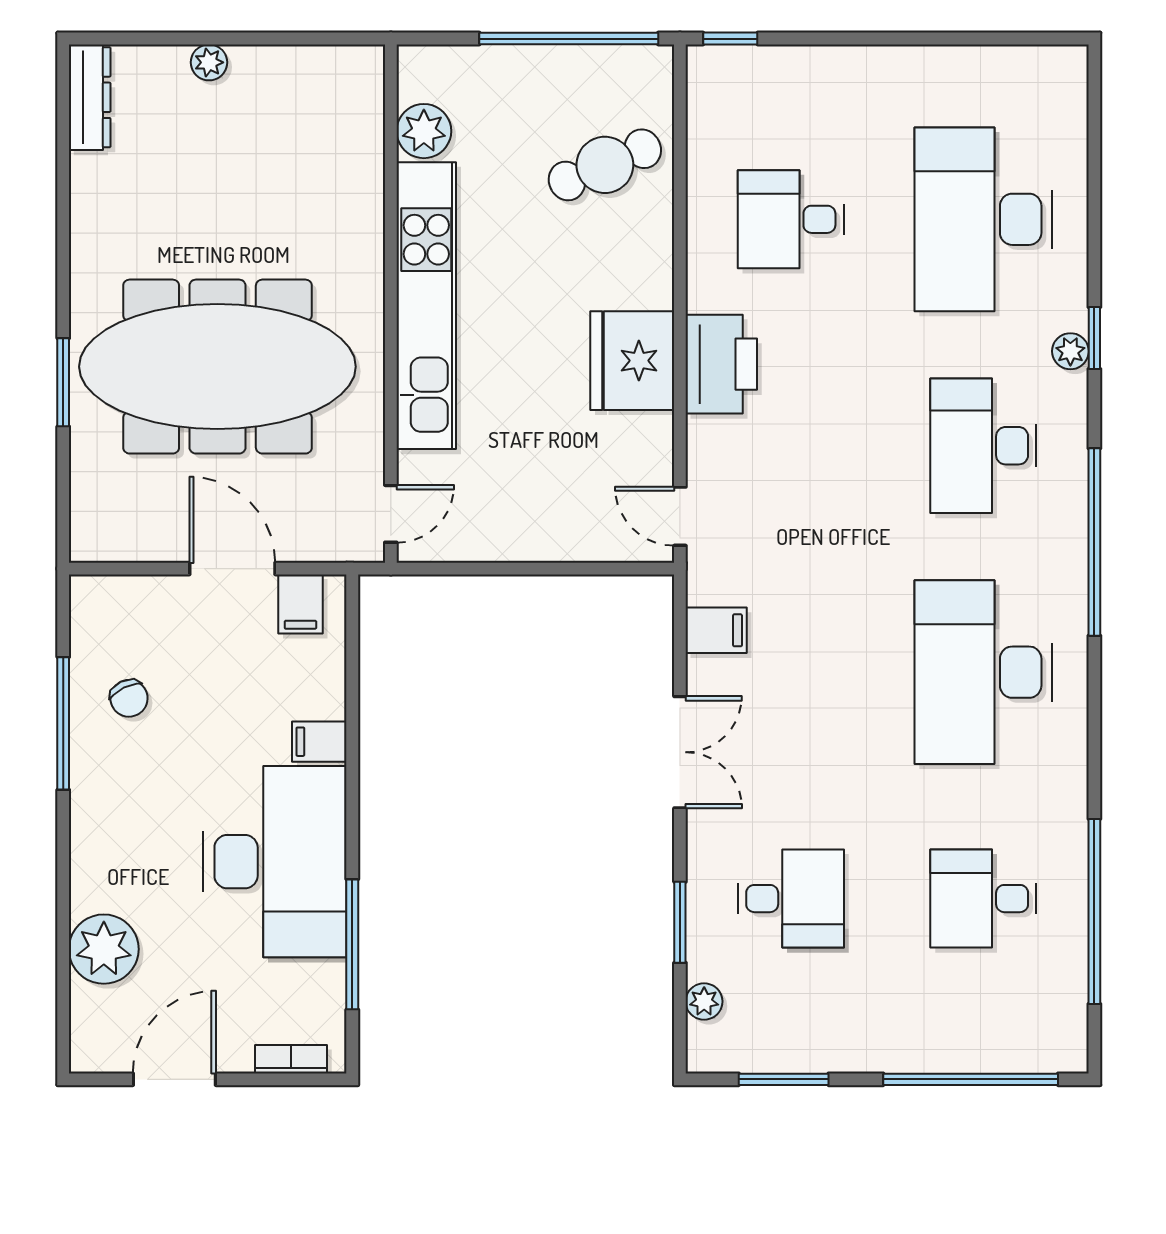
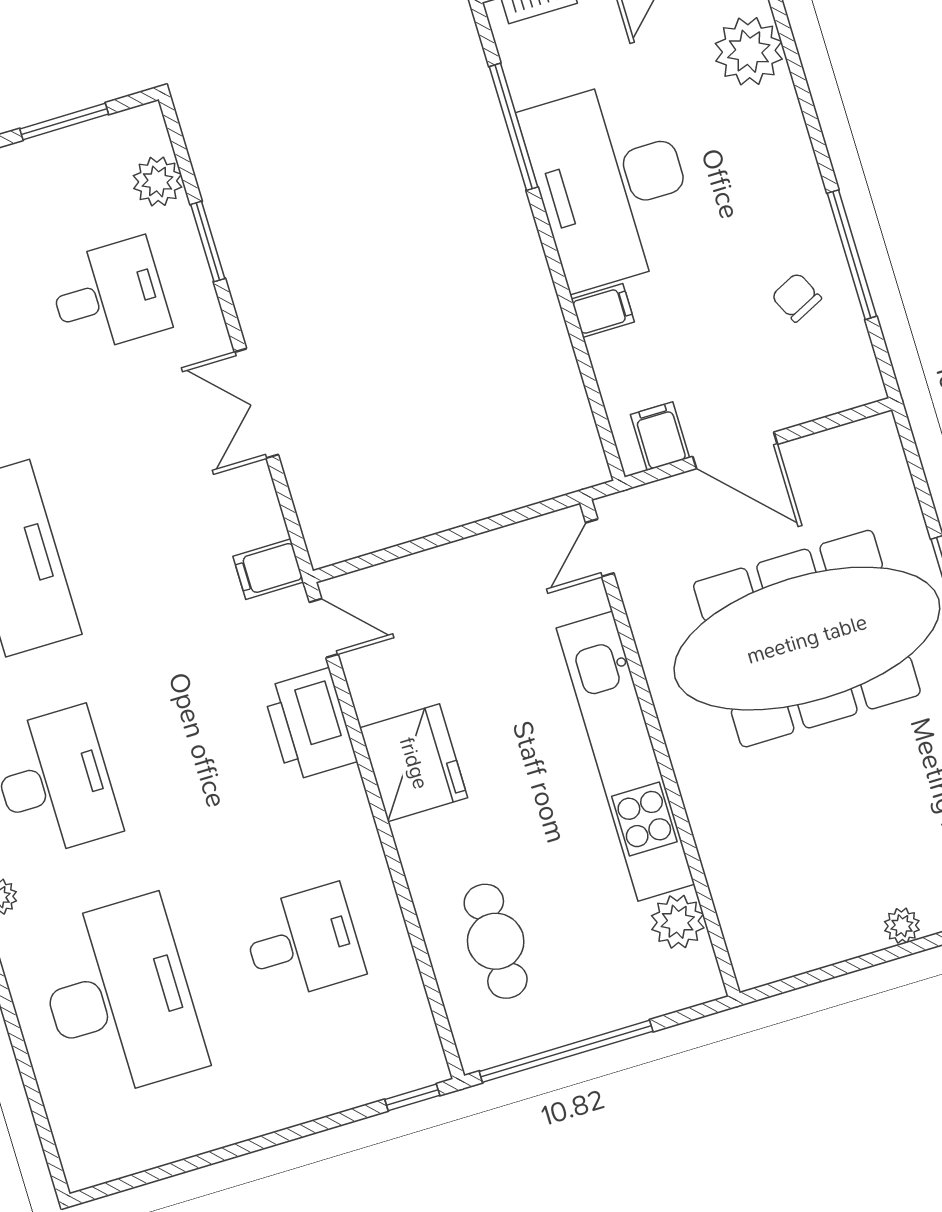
cafe table: (605, 165) -> (496, 941), turned -67
printer: (721, 364) -> (310, 725), moved
filing cabinet: (716, 630) -> (268, 569), moved
desk: (791, 899) -> (109, 296), turned 180
plant: (704, 1001) -> (158, 181), width x1.38, depth x1.38

